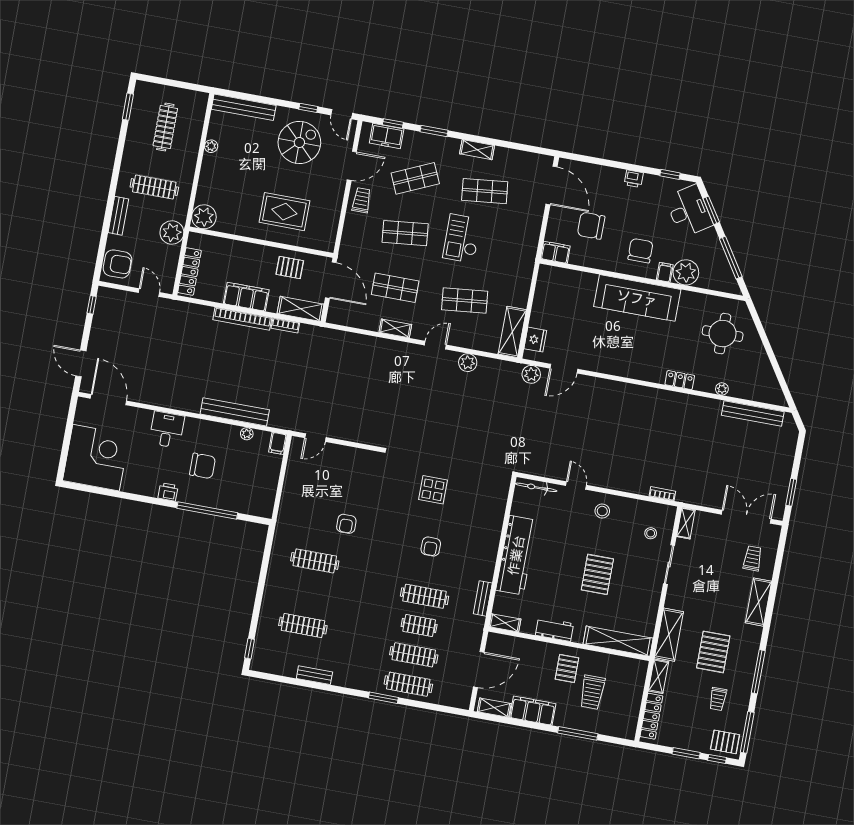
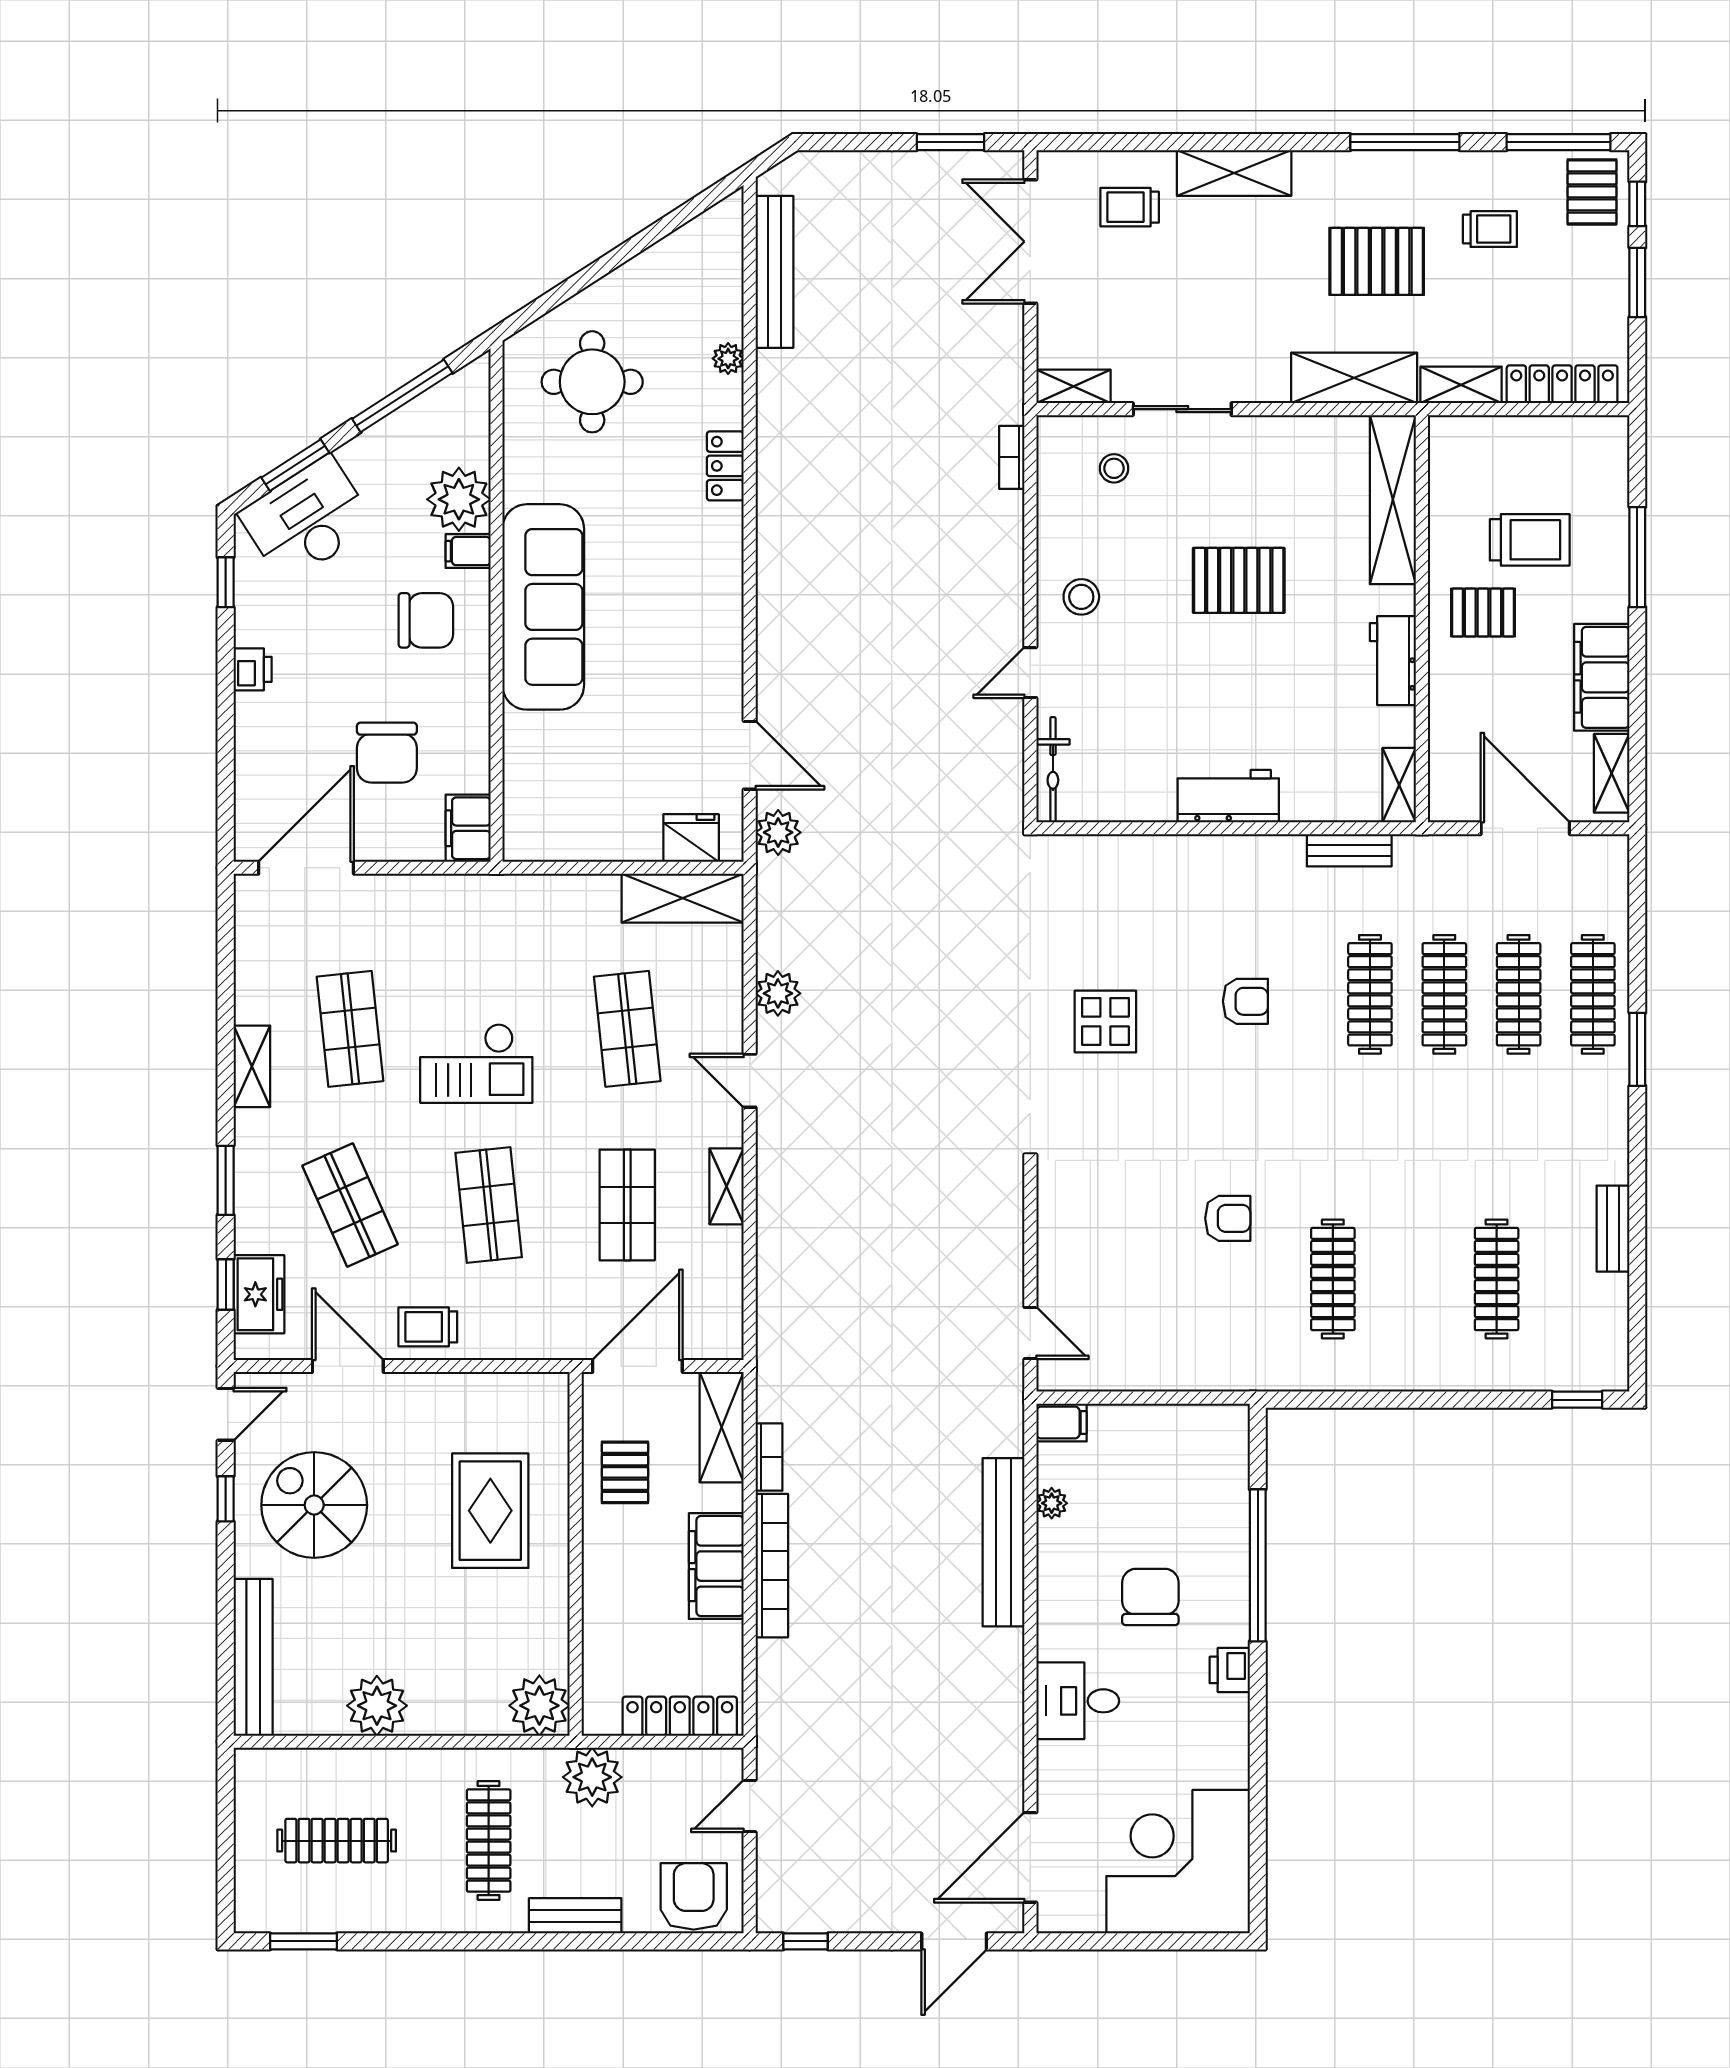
plant: (211, 146) -> (377, 1706), width x1.88, depth x1.88
chair: (640, 251) -> (426, 620), turned 180
workbench: (516, 555) -> (1228, 796), width x0.53, depth x0.76
clothes rail: (419, 626) -> (1444, 994), width x1.36

